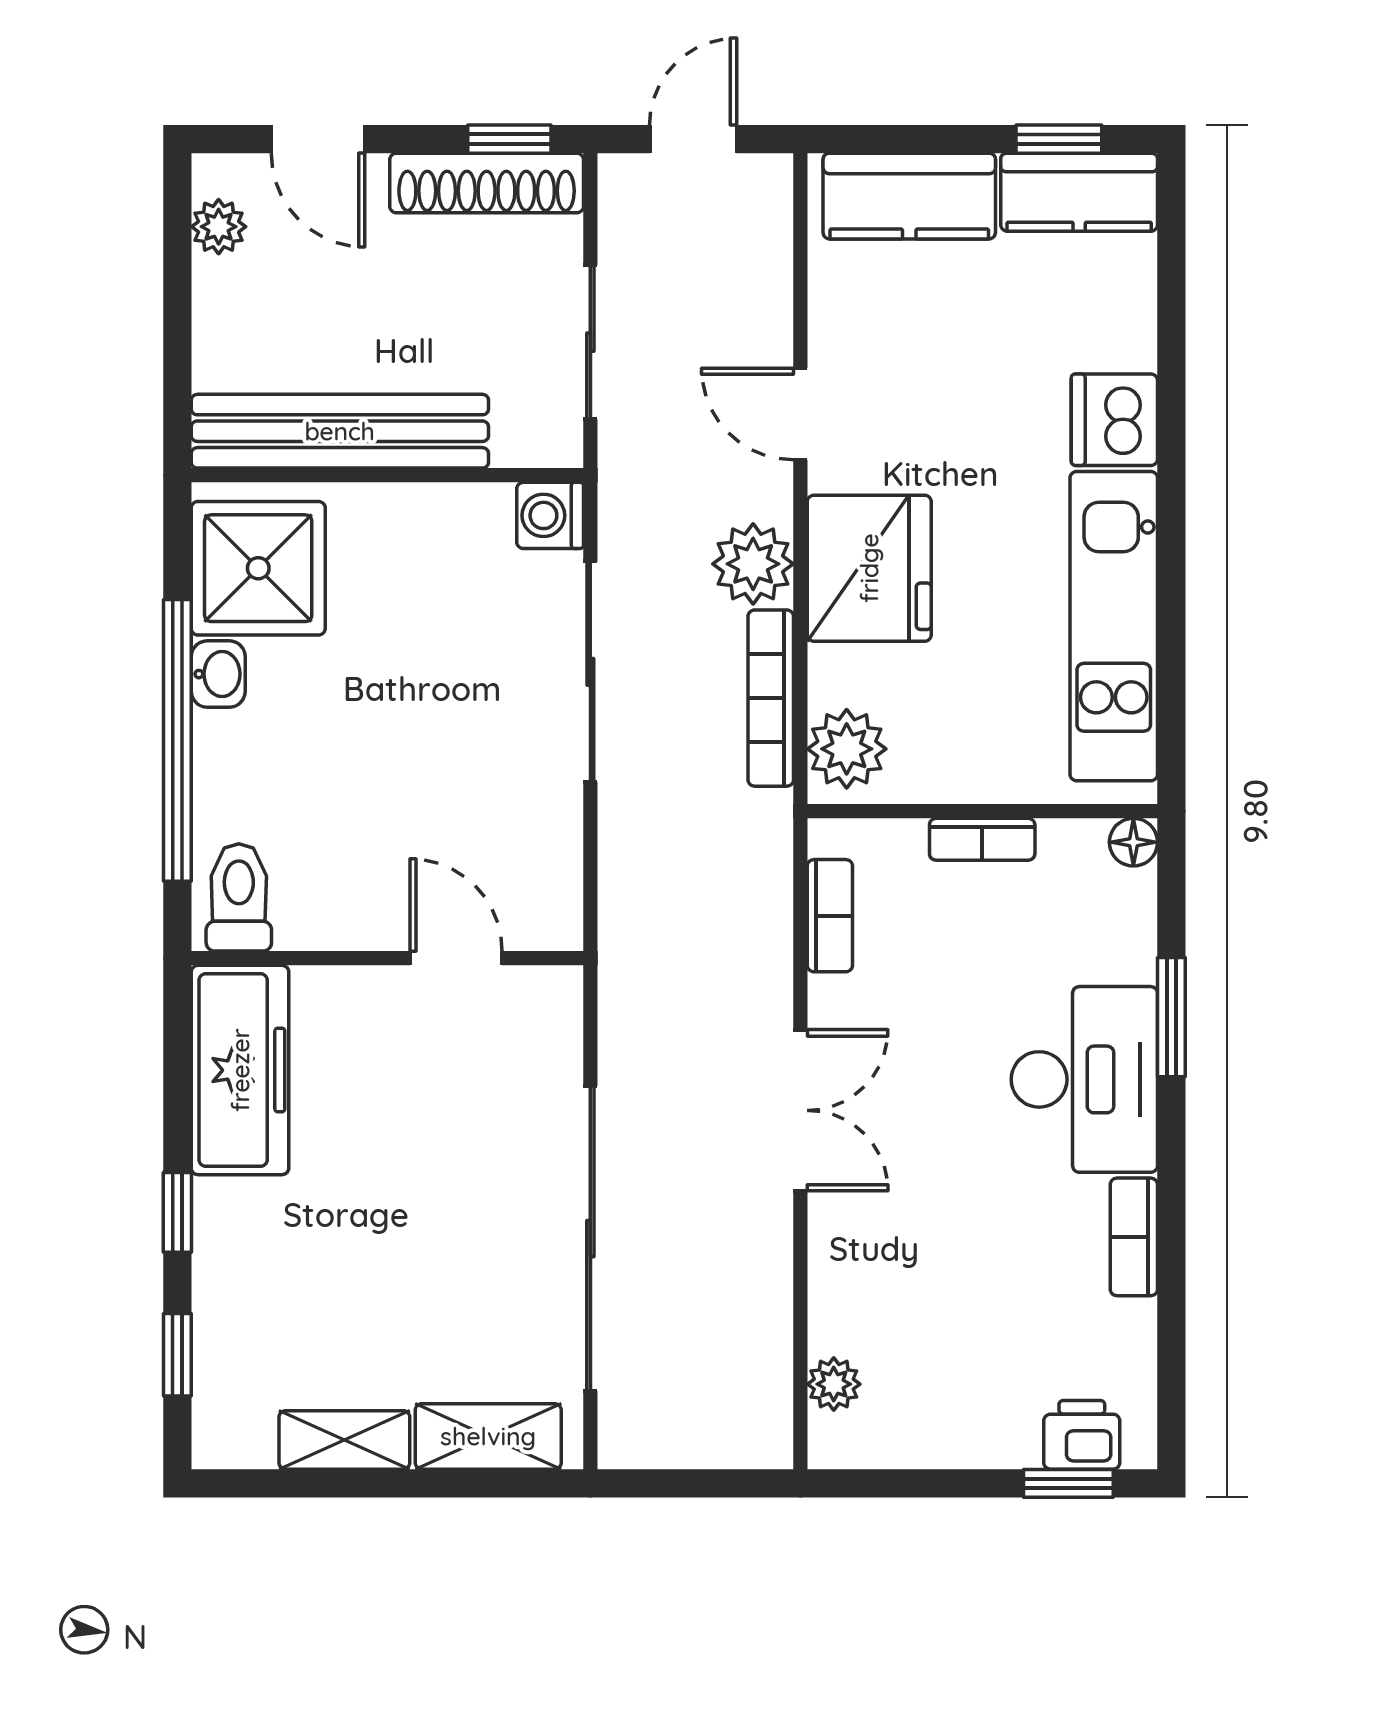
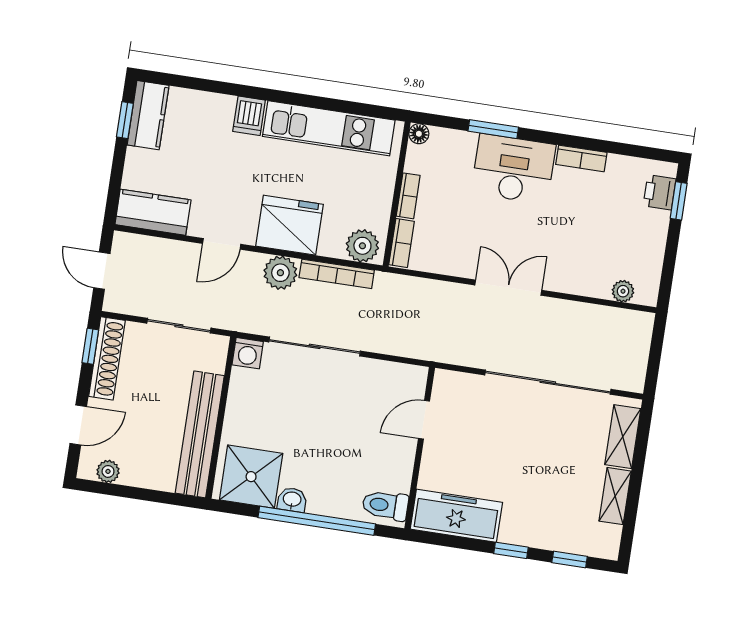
kitchen counter: (909, 196) -> (153, 212), moved, turned -90
dishwasher: (1114, 420) -> (249, 116), width x0.73
bookcase: (830, 916) -> (402, 243), moved, turned 90

